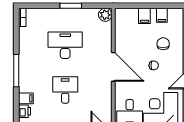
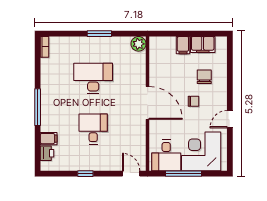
filing cabinet: (162, 15) -> (203, 44), width x2.00

